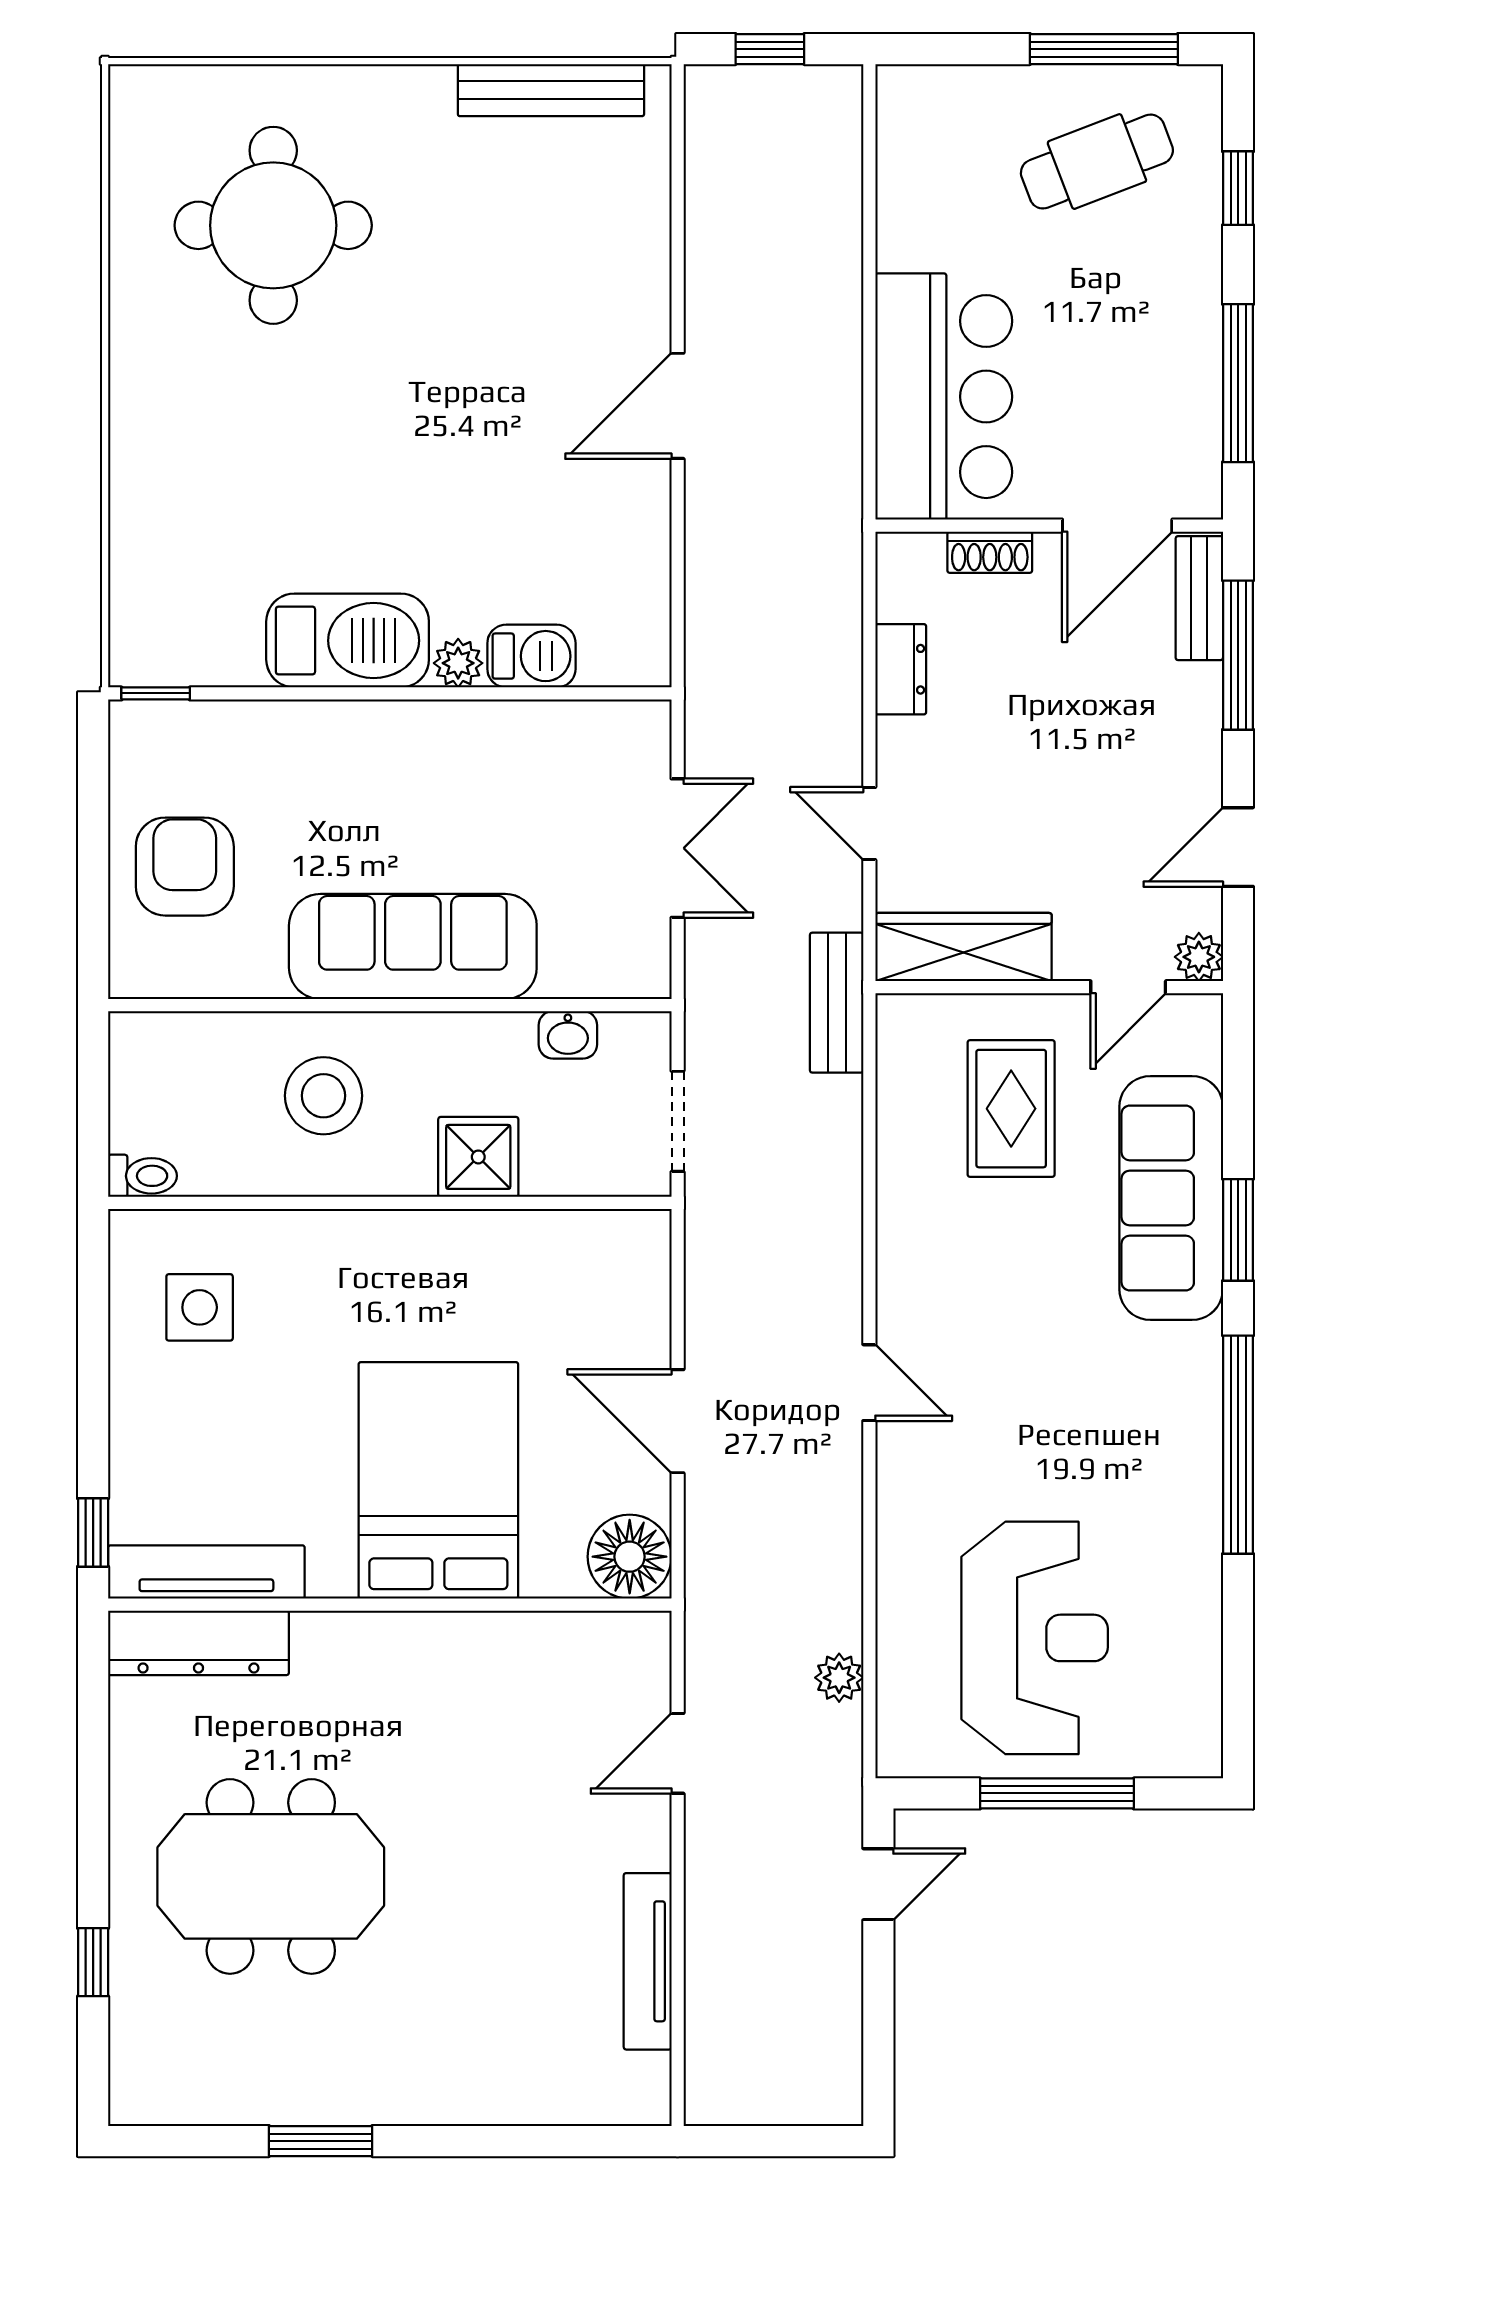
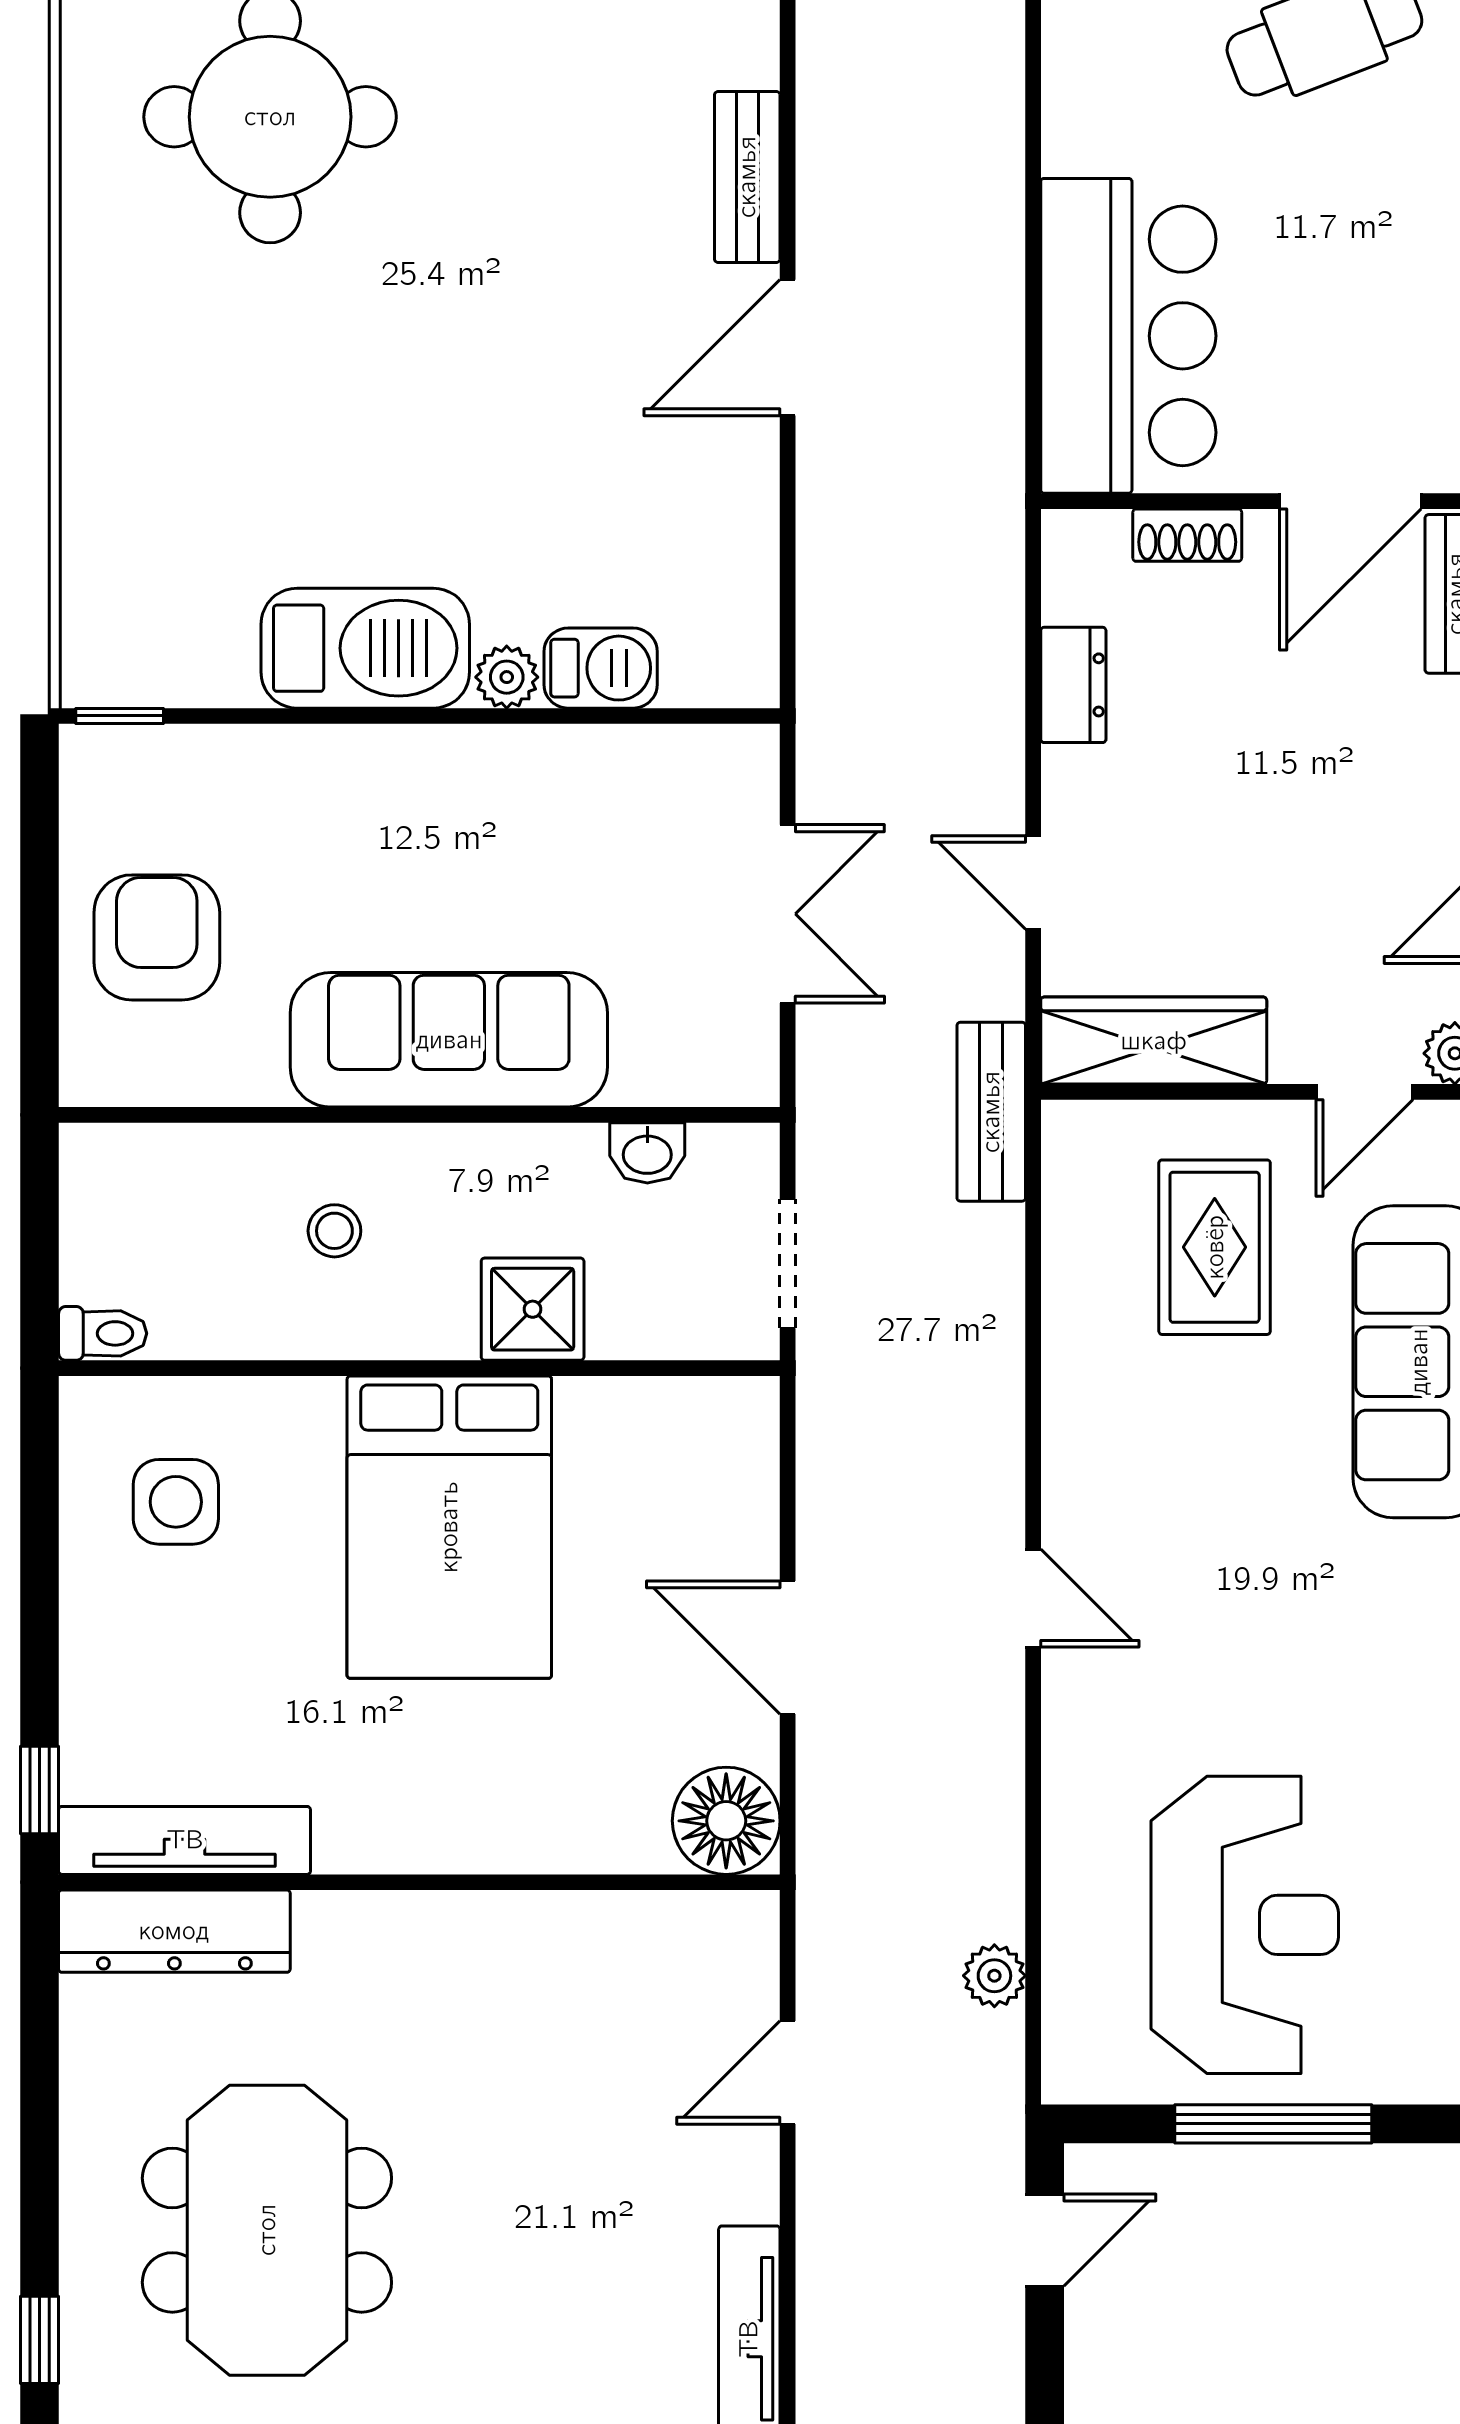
bench: (646, 272) -> (747, 177), added
stool: (323, 1096) -> (334, 1231), width x0.53, depth x0.53
bed: (438, 1480) -> (449, 1527), moved, turned 180
meeting table: (271, 1876) -> (267, 2230), turned 90

